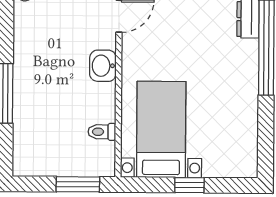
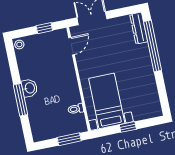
washbasin: (103, 66) -> (29, 88), moved, turned 180

